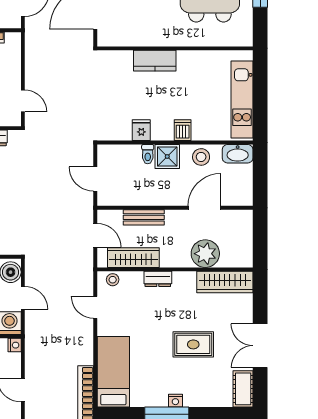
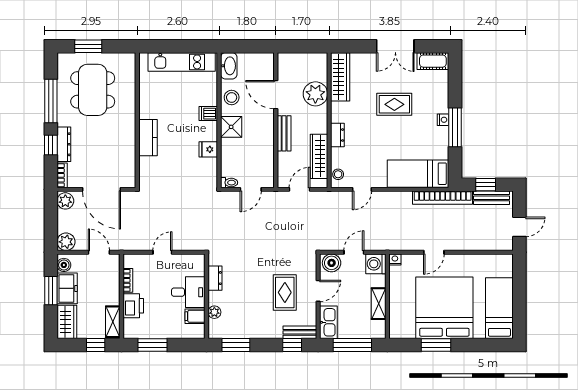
door: (23, 101) -> (162, 252), moved
toilet: (148, 154) -> (229, 183), moved
bench: (144, 217) -> (284, 133), moved
rug: (193, 344) -> (394, 104), turned 90

